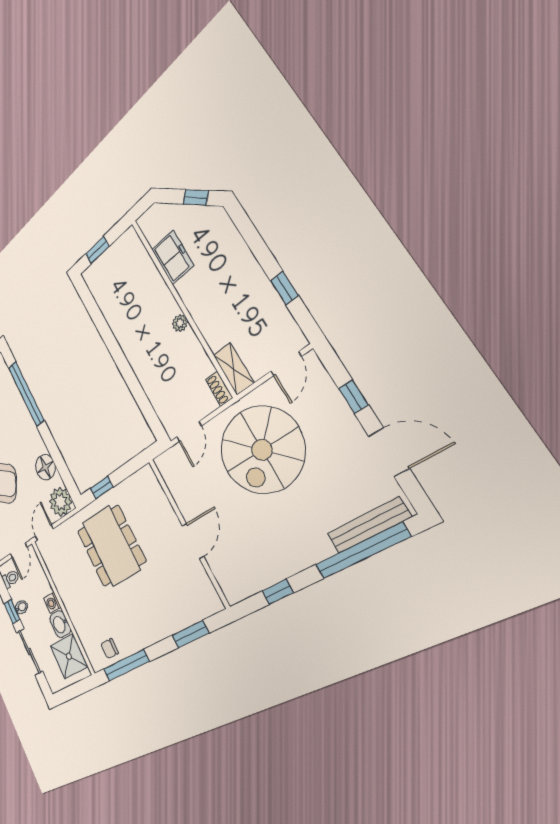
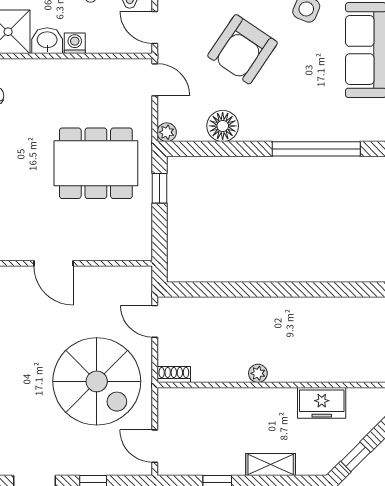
shelving: (233, 369) -> (271, 464), moved
spiral stairs: (262, 450) -> (97, 381), turned 180
plant: (60, 502) -> (167, 132), width x0.53, depth x0.53

